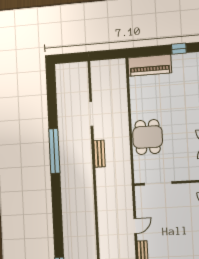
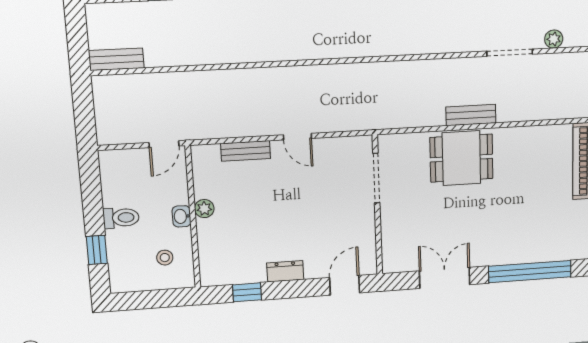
plant: (84, 90) -> (554, 39), added
bench: (100, 154) -> (471, 115), moved

